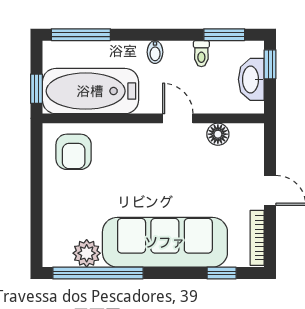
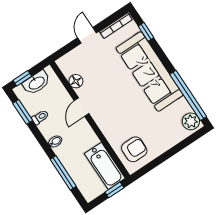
window: (81, 35) -> (63, 173), moved
bathtub: (90, 91) -> (105, 166), width x0.73, depth x0.73
plant: (87, 253) -> (191, 121), moved

